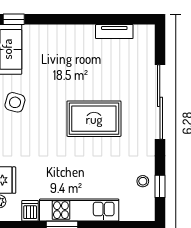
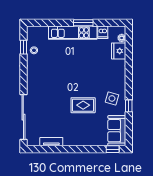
sliding door: (160, 102) -> (23, 117), moved
rug: (94, 119) -> (83, 105), moved, width x0.73, depth x0.70

